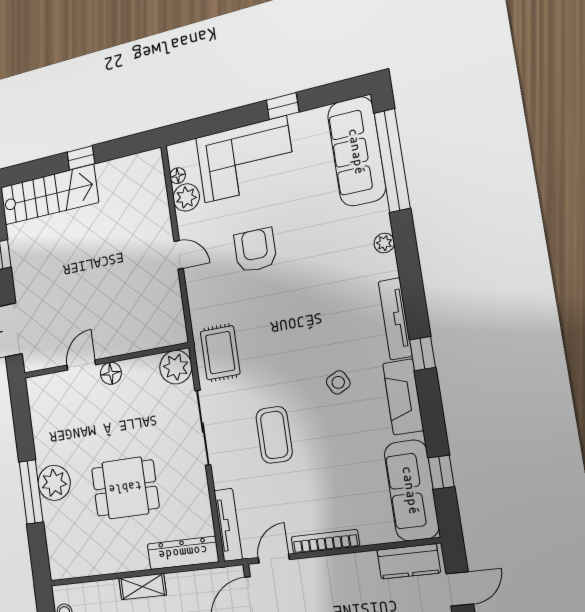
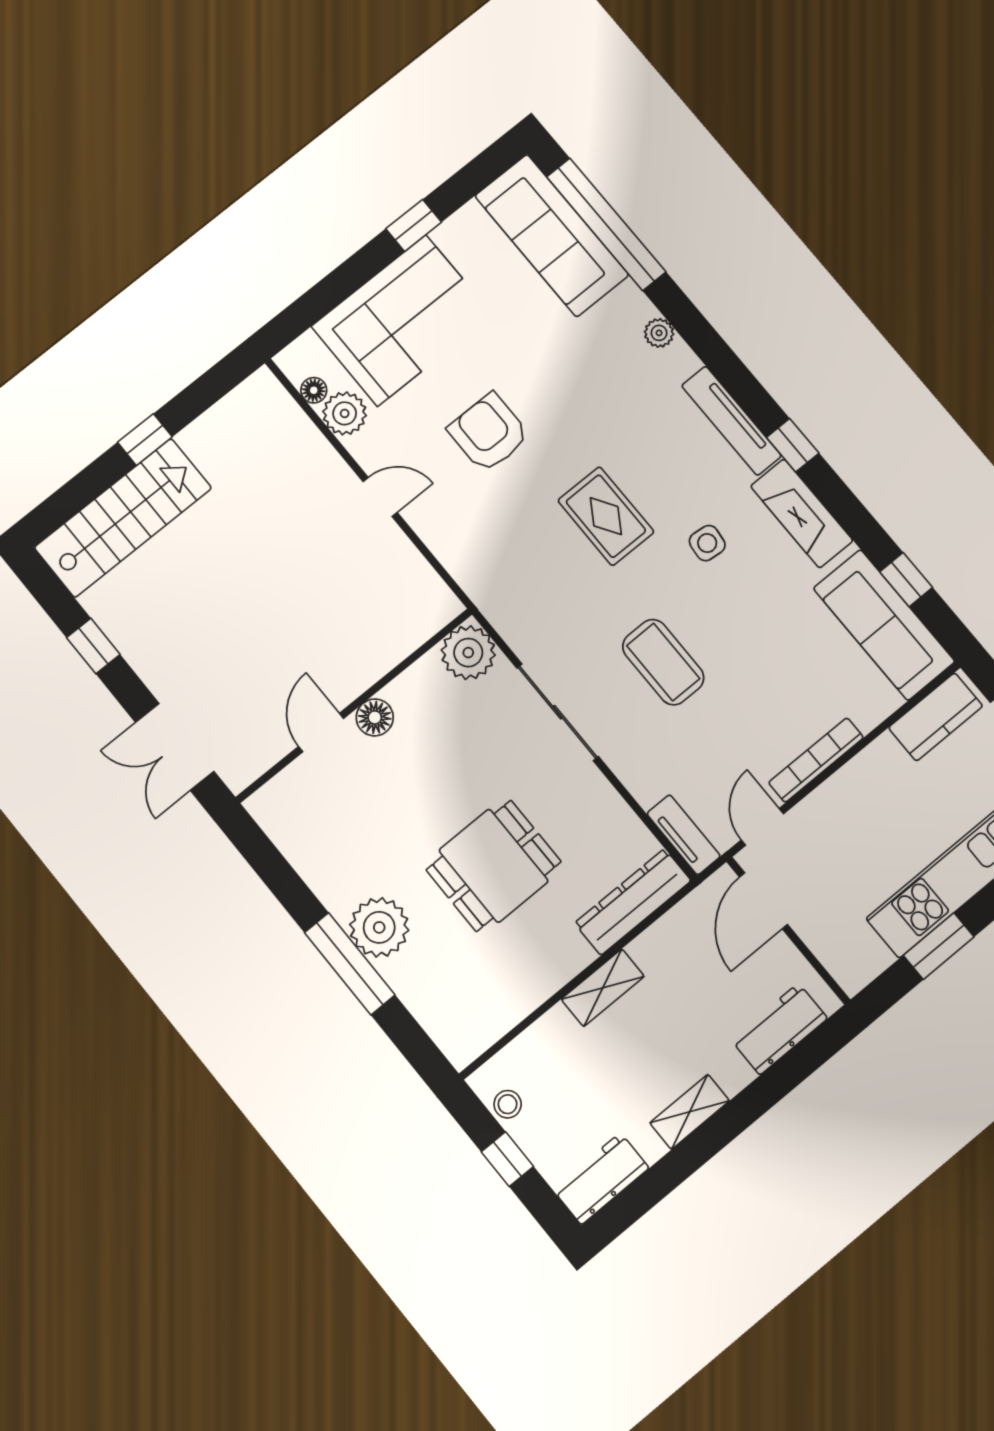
rug: (220, 353) -> (606, 516), moved
side table: (338, 382) -> (707, 543), turned 33
tv unit: (228, 525) -> (684, 835), width x0.71

